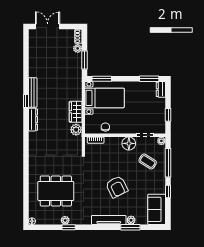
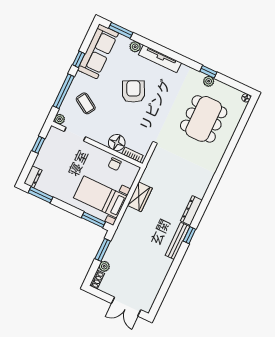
plant: (76, 130) -> (149, 177), removed
floor lamp: (129, 143) -> (117, 143), moved
dining table: (56, 191) -> (204, 119), turned 90
sofa: (157, 209) -> (98, 51), width x1.36
window: (130, 227) -> (121, 30), moved

